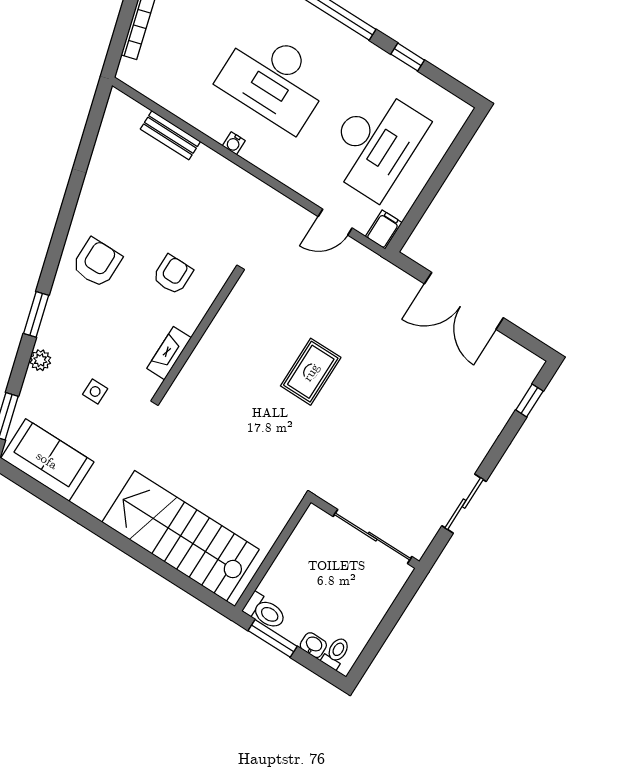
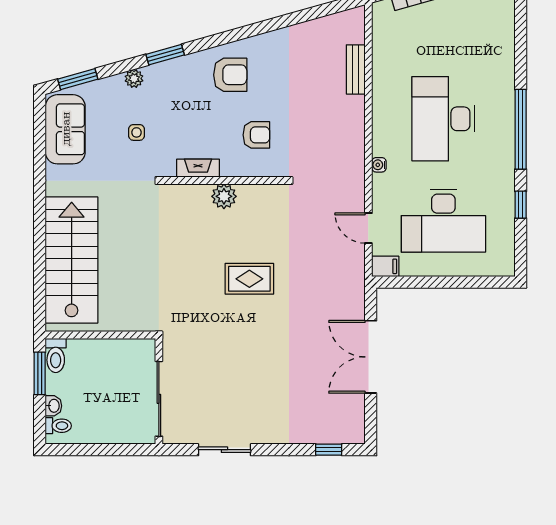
water cooler: (234, 143) -> (379, 165), moved
plant: (213, 345) -> (224, 196), added

